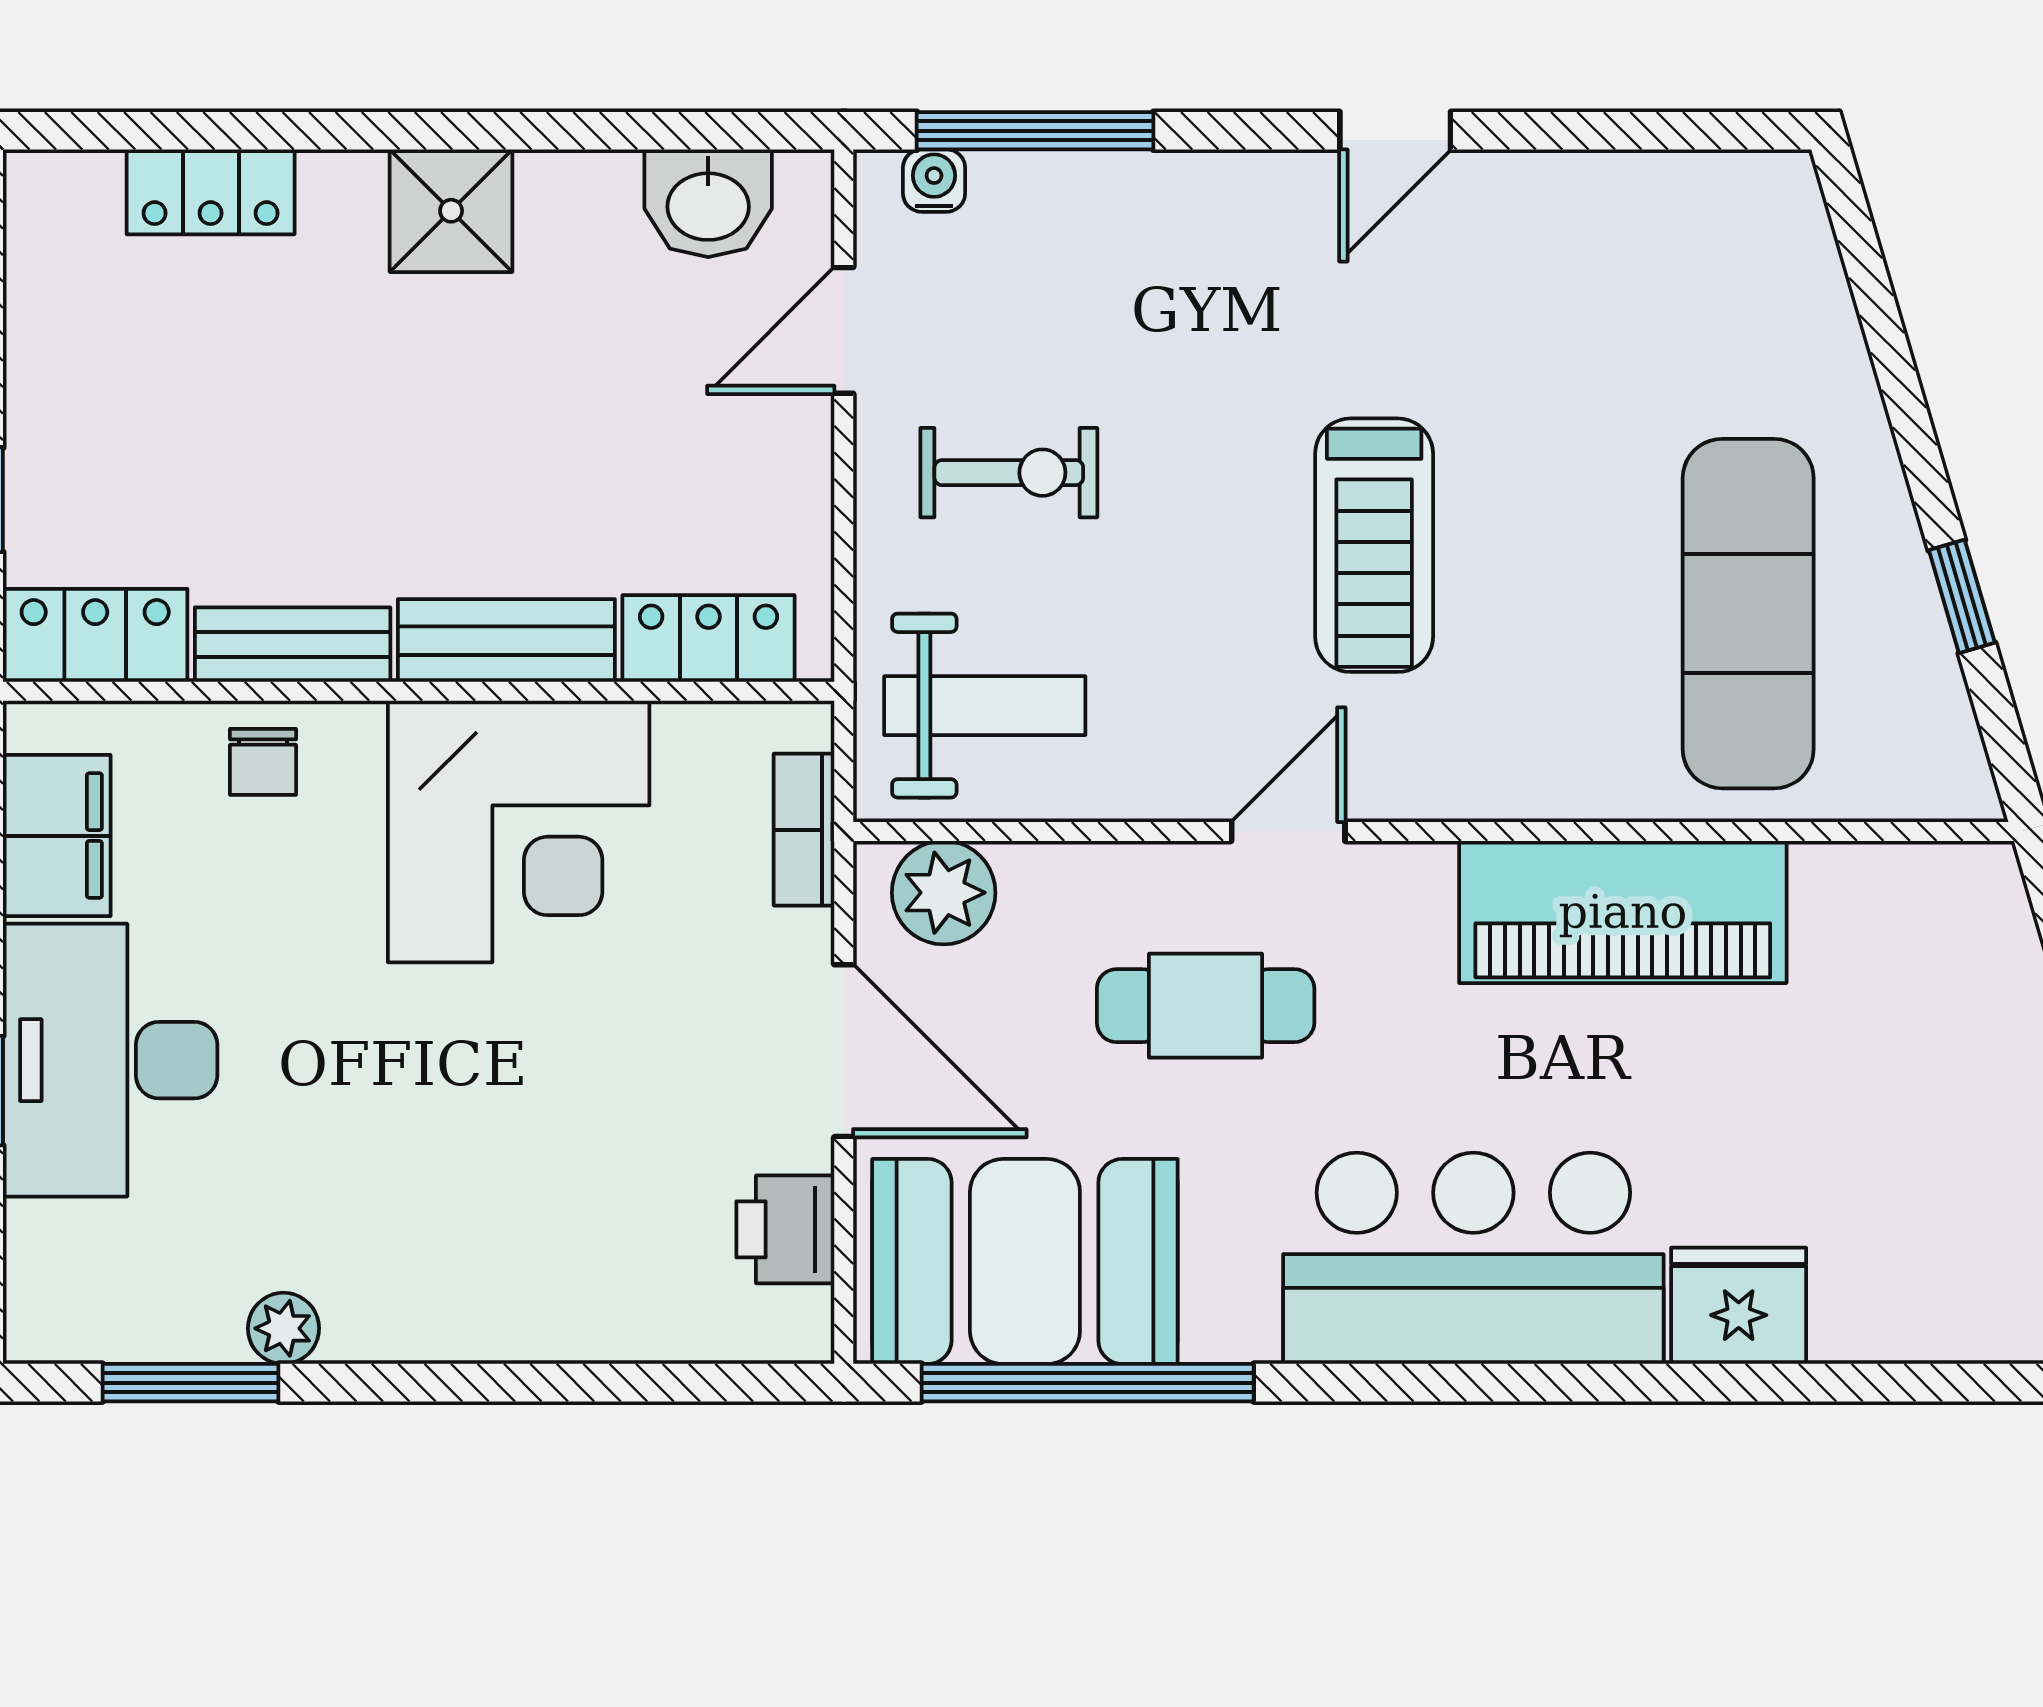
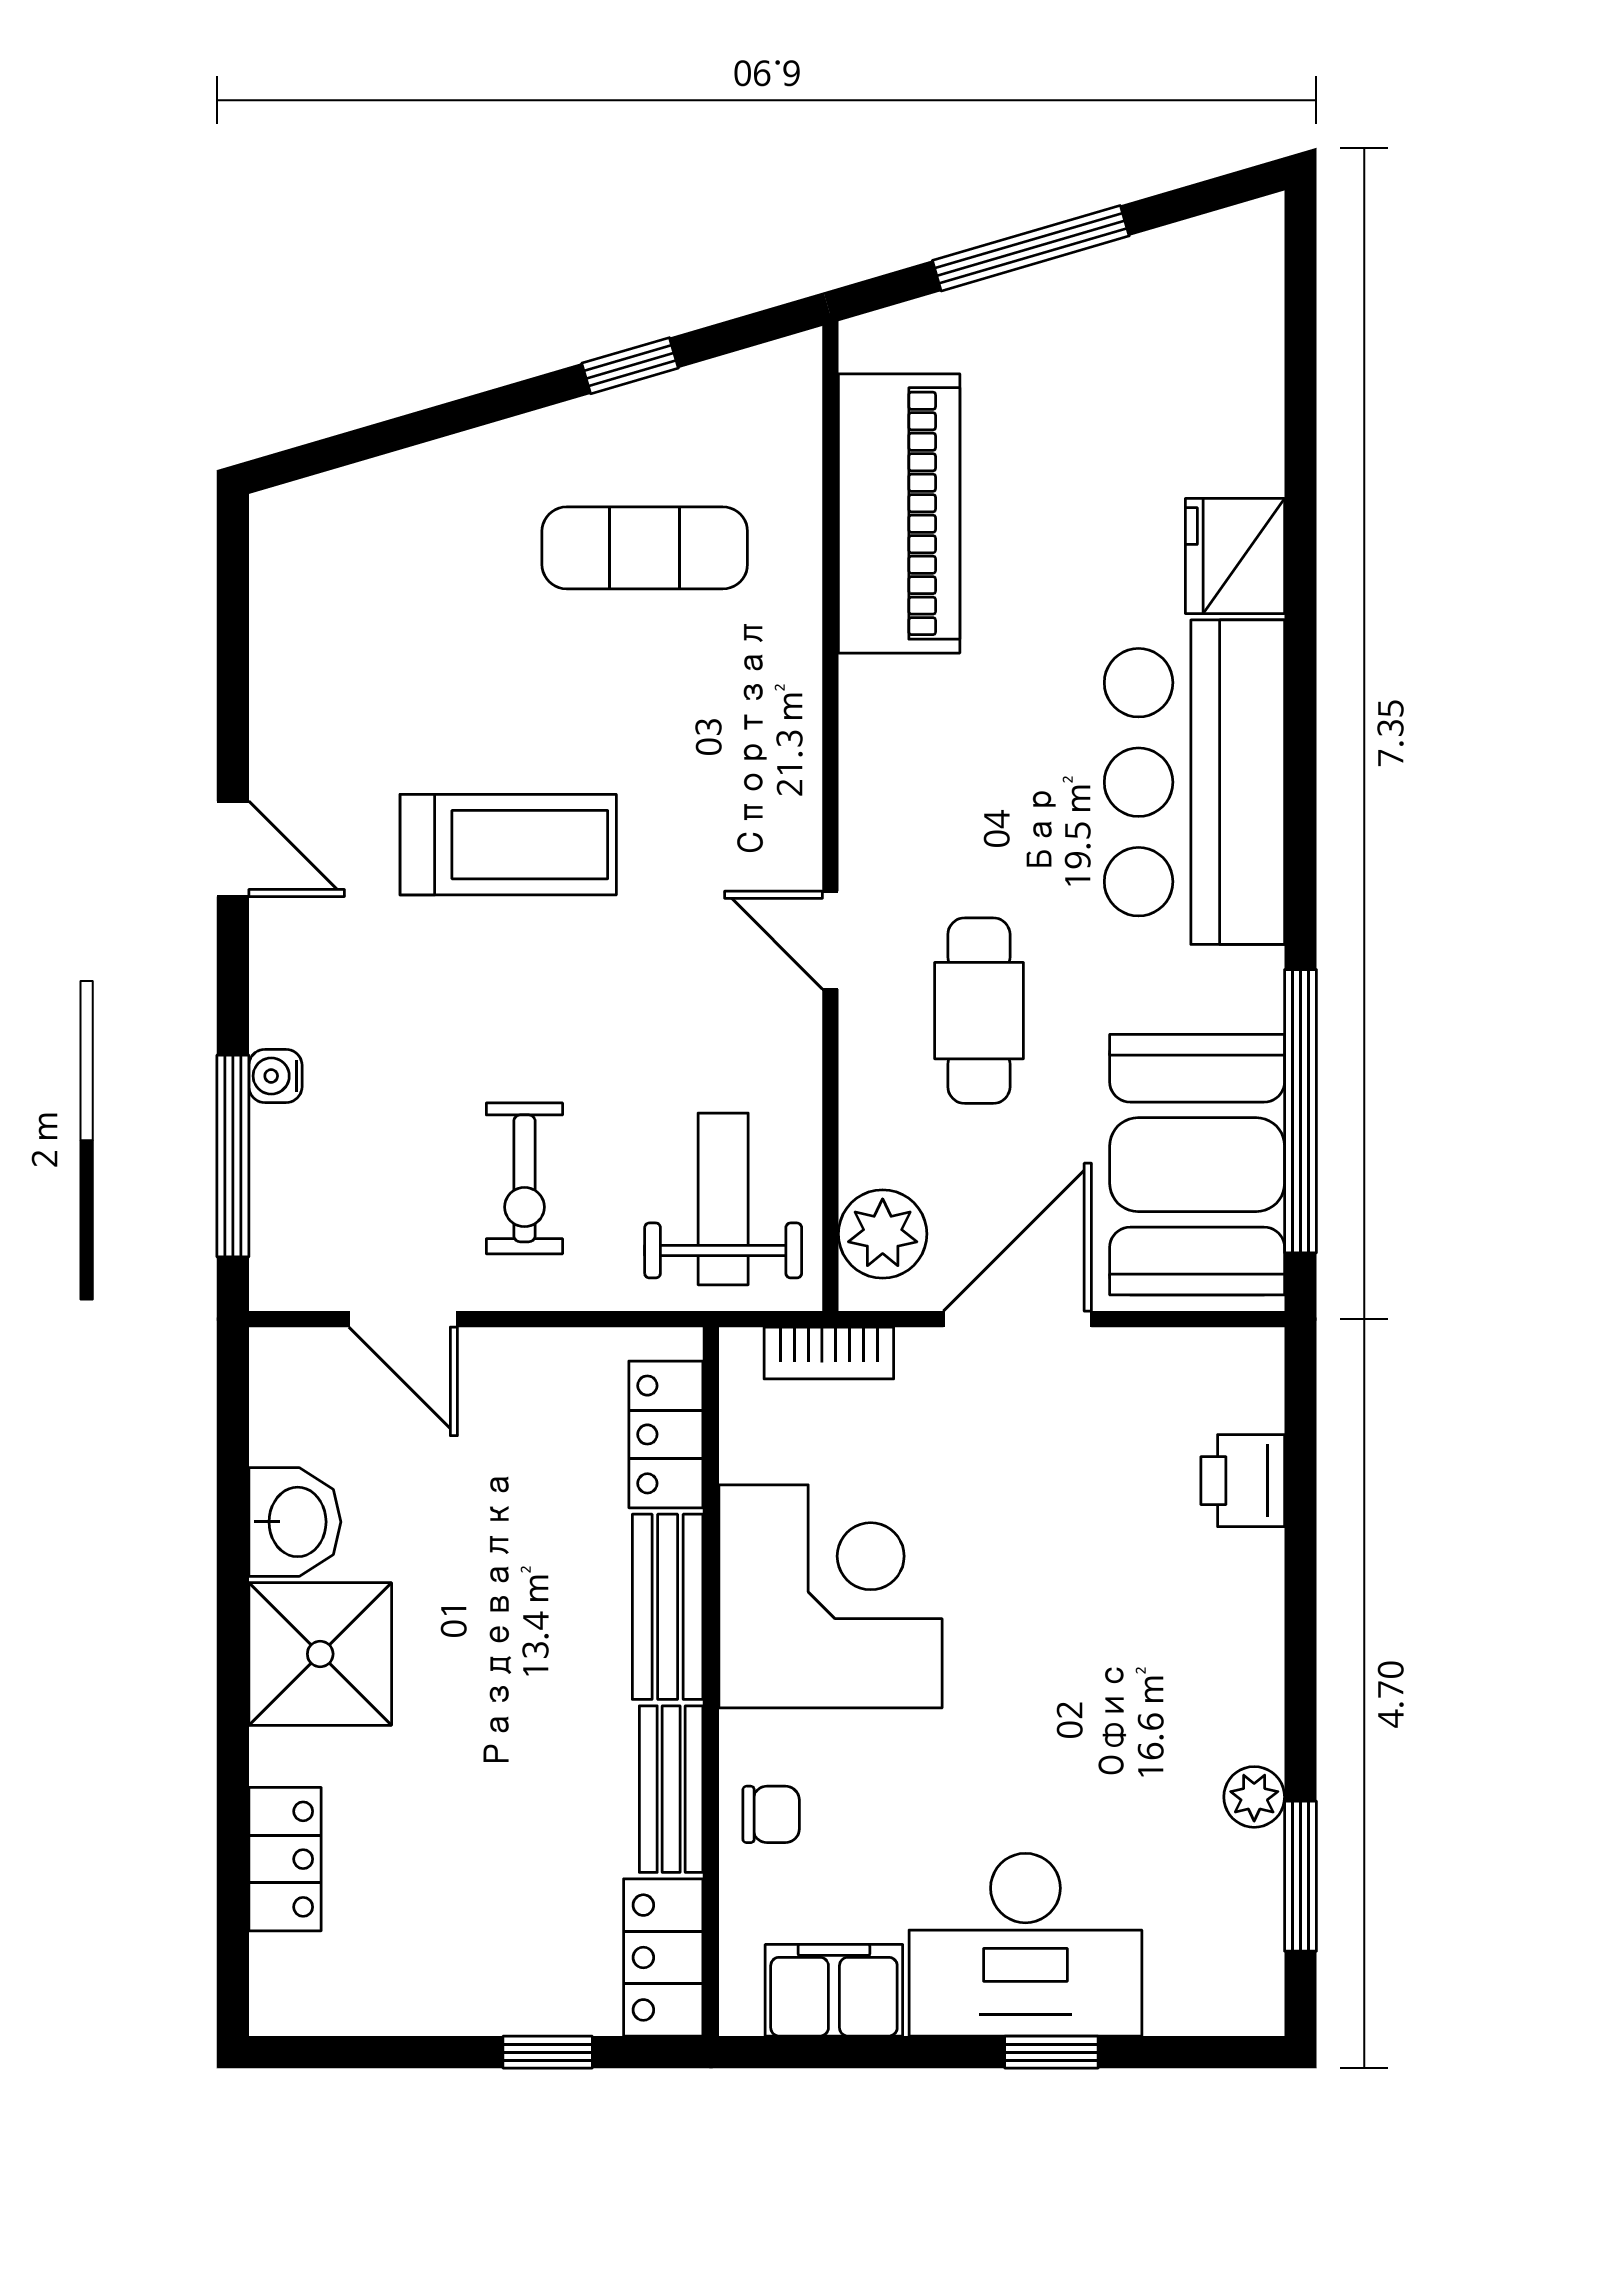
water cooler: (934, 181) -> (275, 1076), moved
washbasin: (708, 203) -> (295, 1522), moved
shower: (451, 211) -> (320, 1654), width x1.36, depth x1.36
exercise bike: (1009, 473) -> (524, 1178), turned 180
treadmill: (1374, 545) -> (508, 845), moved
exercise mat: (1748, 614) -> (645, 548), width x0.73, depth x0.69
piano: (1623, 912) -> (899, 513), moved
printer: (785, 1229) -> (1243, 1481), moved, turned 90

